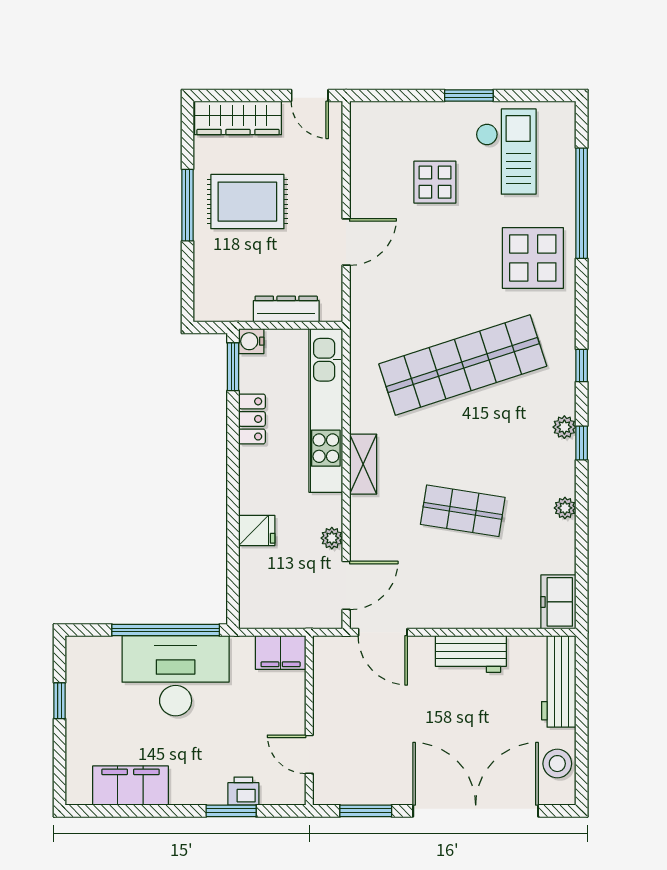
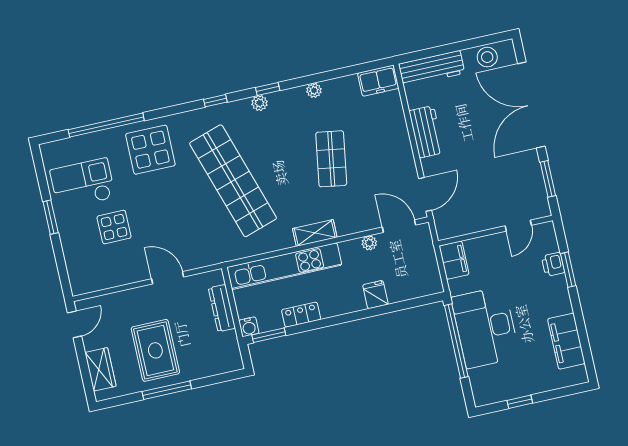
wardrobe: (238, 118) -> (100, 369), width x0.67

